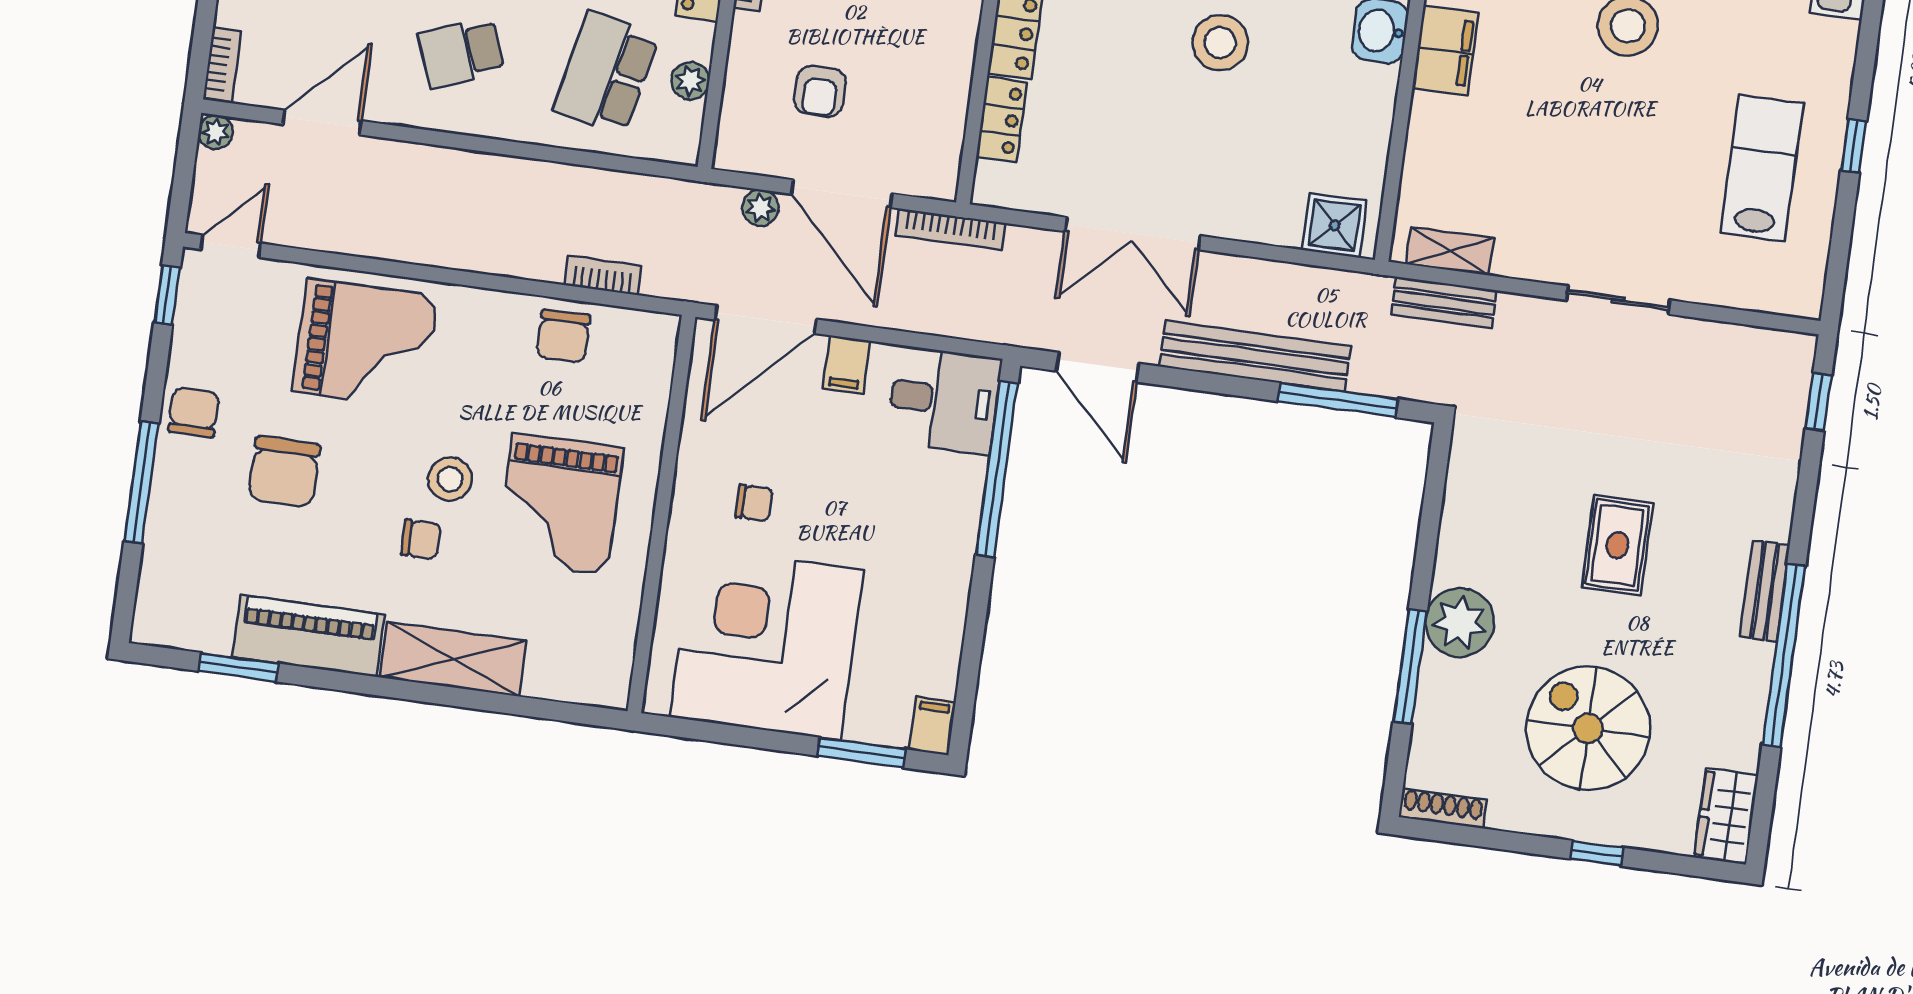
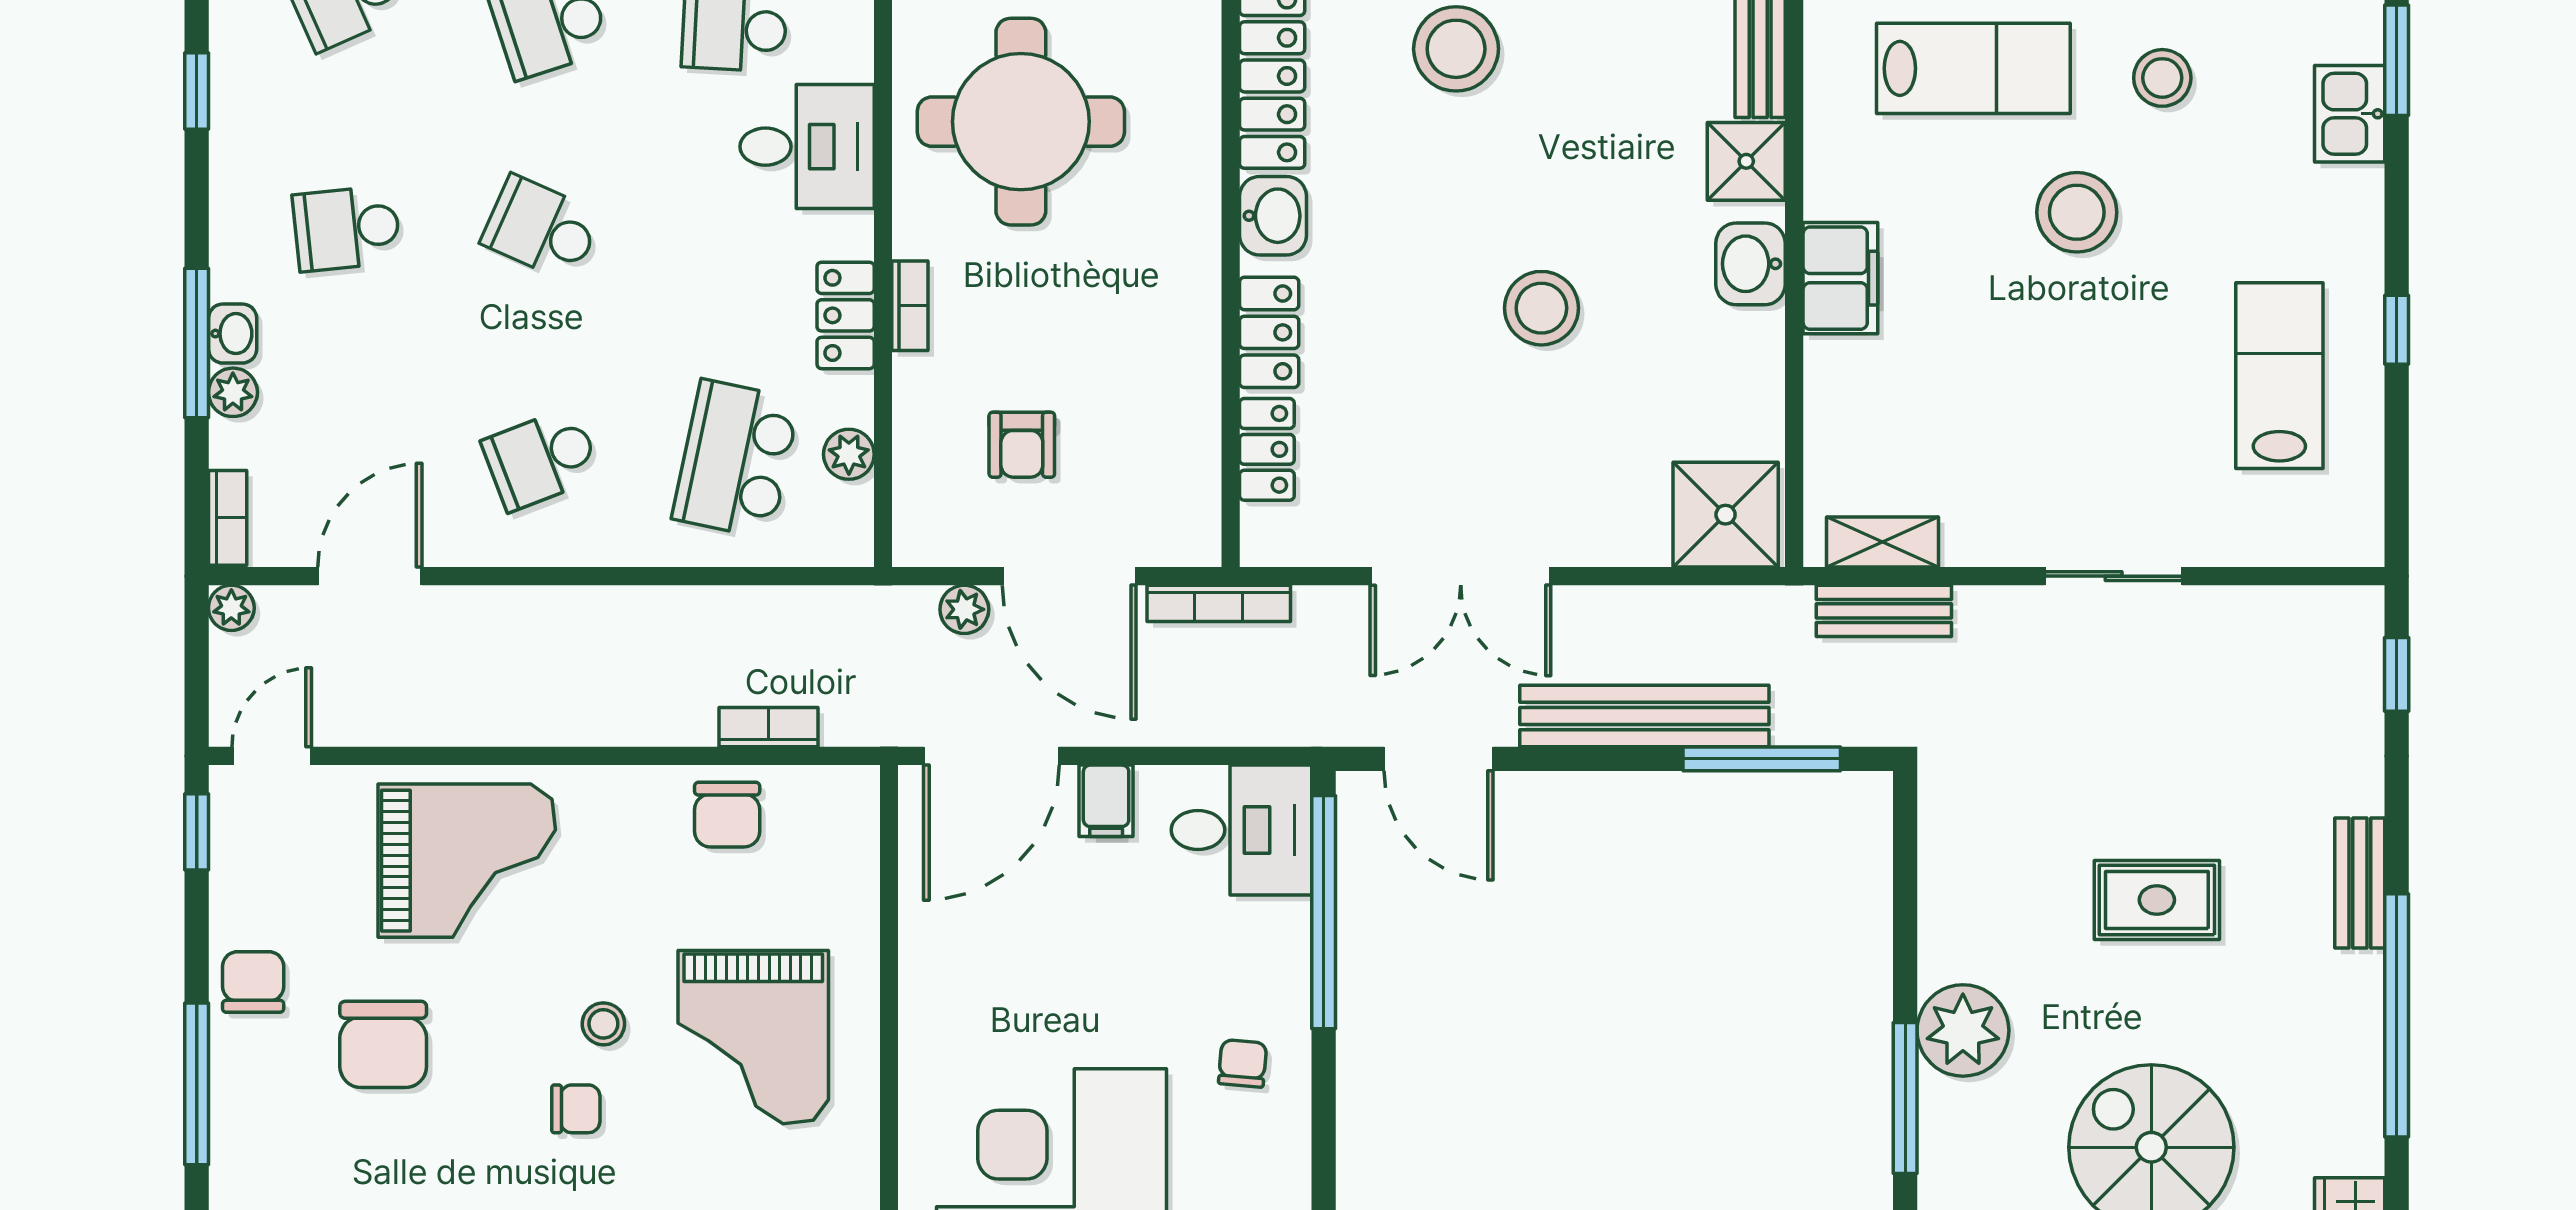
shower: (1335, 225) -> (1726, 515), width x1.36, depth x1.36
stool: (450, 479) -> (603, 1024), width x0.73, depth x0.73
chair: (754, 503) -> (1243, 1063), moved, turned -85
rug: (1617, 545) -> (2157, 900), turned 90
bench: (1765, 591) -> (2360, 883), moved

